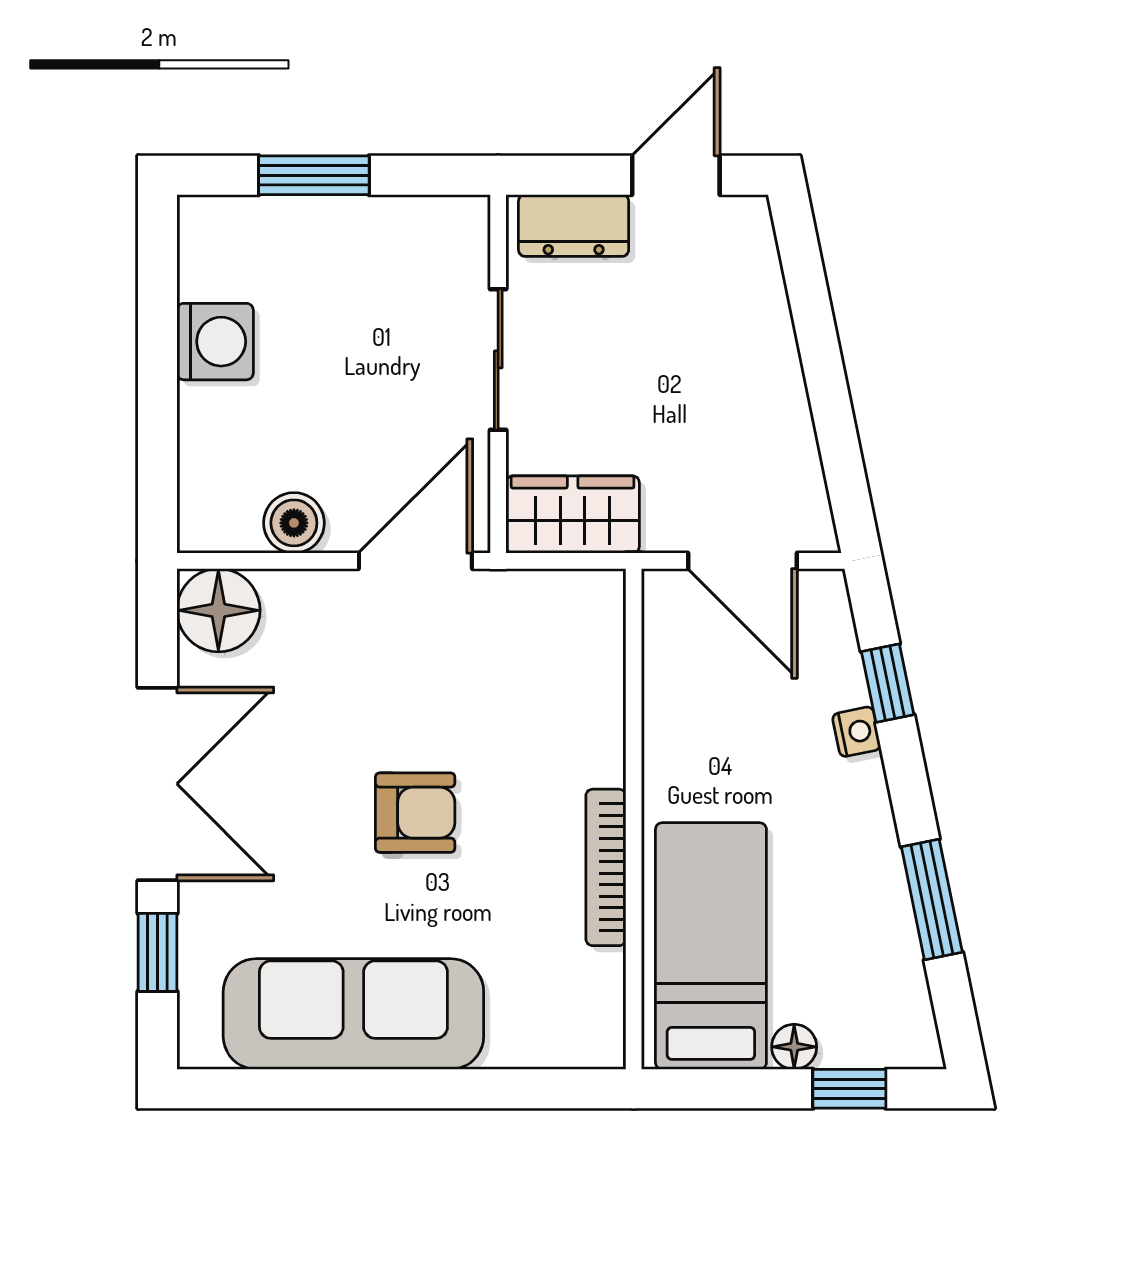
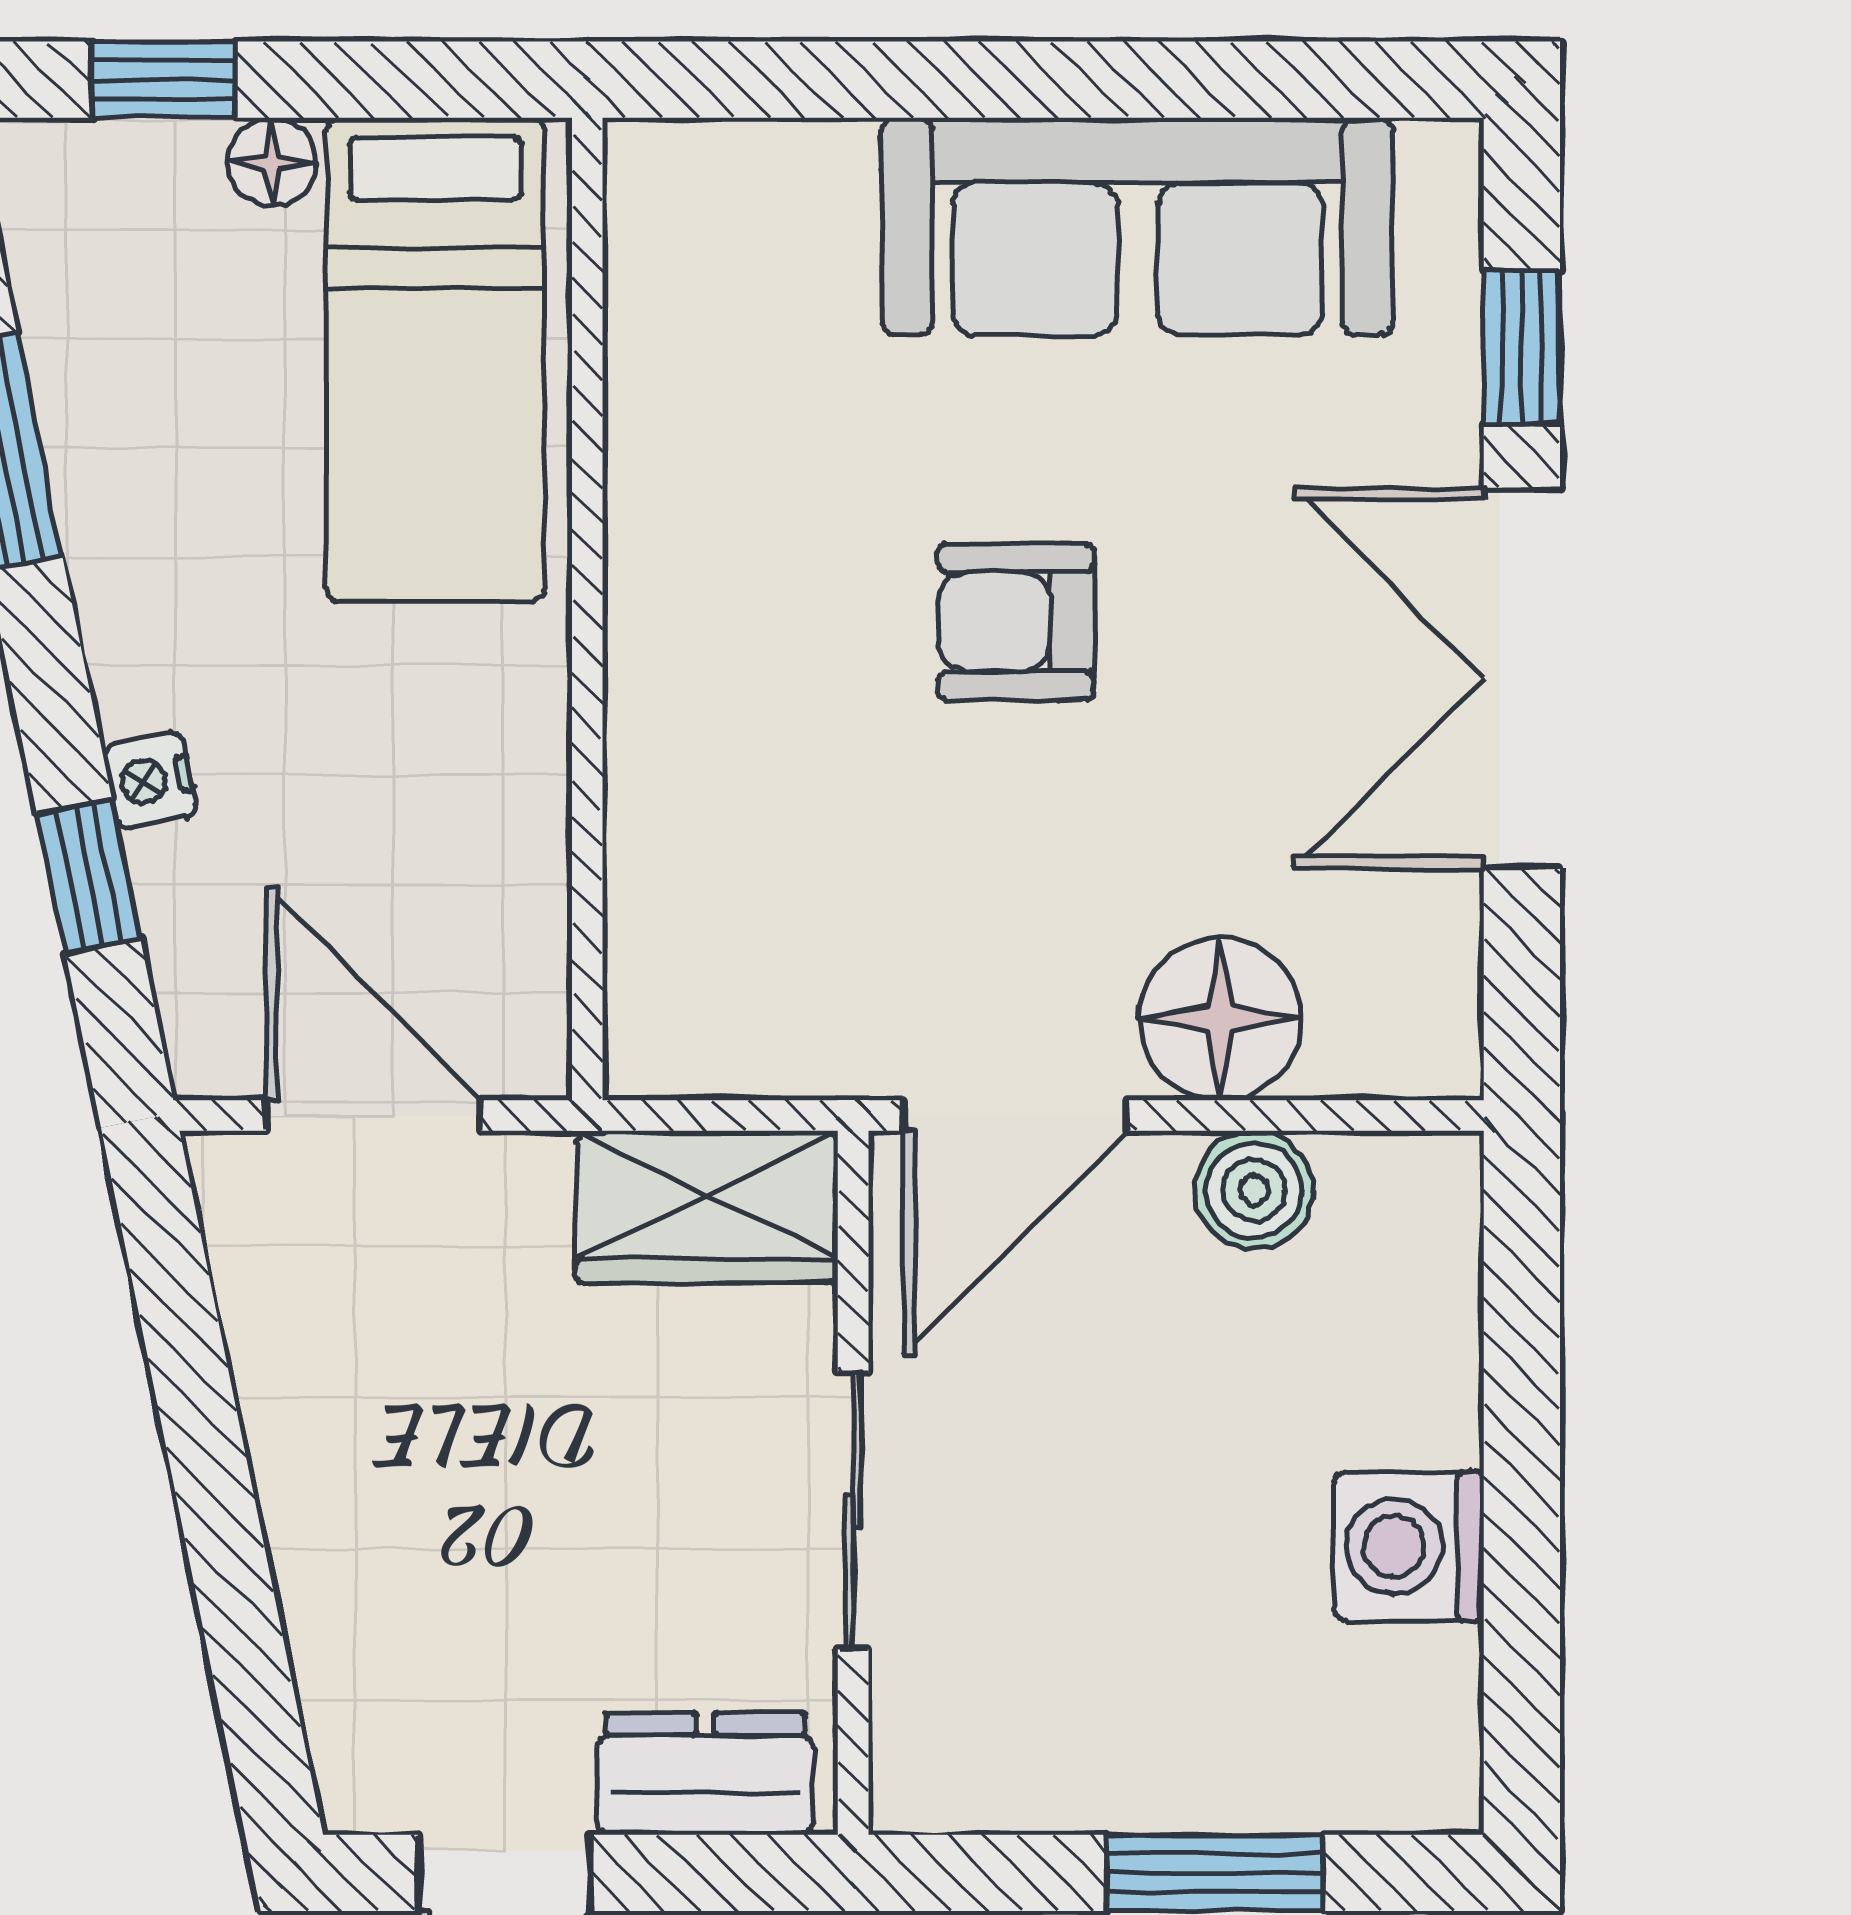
floor lamp: (218, 610) -> (1220, 1019), moved
bookcase: (606, 867) -> (642, 514), removed

